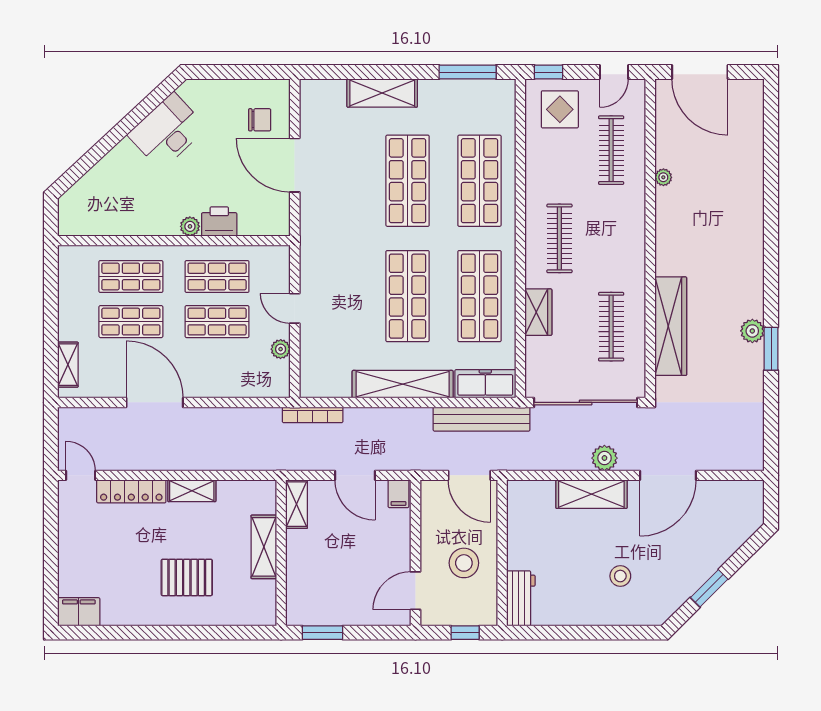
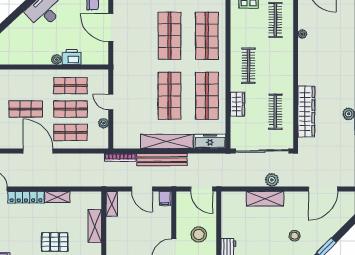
shop shelf: (131, 276) -> (70, 132), moved
bench: (482, 419) -> (162, 160), moved
door: (668, 475) -> (323, 189), moved
stool: (620, 576) -> (295, 236), moved

